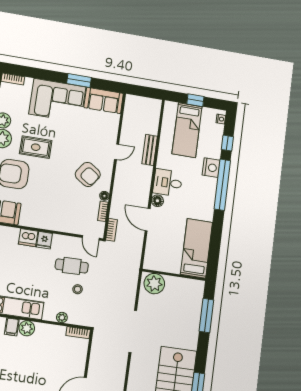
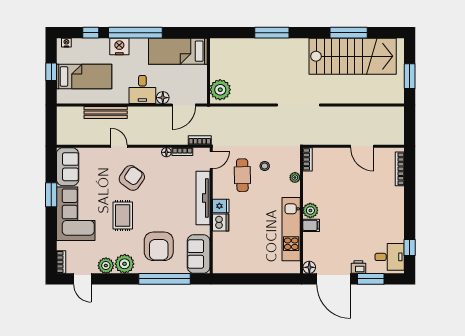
rug: (36, 147) -> (123, 216), moved
bench: (150, 150) -> (106, 113), width x1.36
armchair: (88, 174) -> (132, 178), moved
tv unit: (55, 224) -> (203, 198), added
bed: (196, 248) -> (178, 51), moved
wall: (174, 275) -> (208, 71), moved
plant: (154, 284) -> (220, 90), moved

